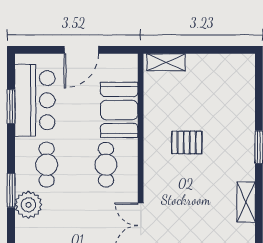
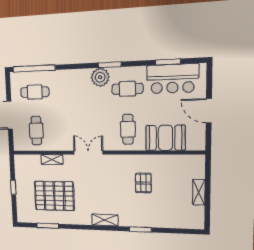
shelving: (166, 62) -> (199, 192), moved
cafe table: (106, 165) -> (128, 129), turned 90

